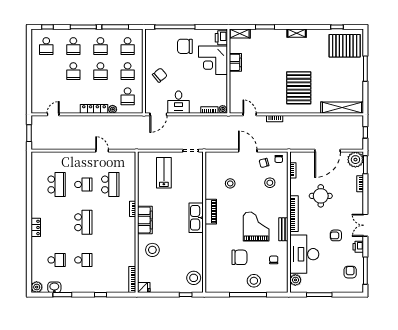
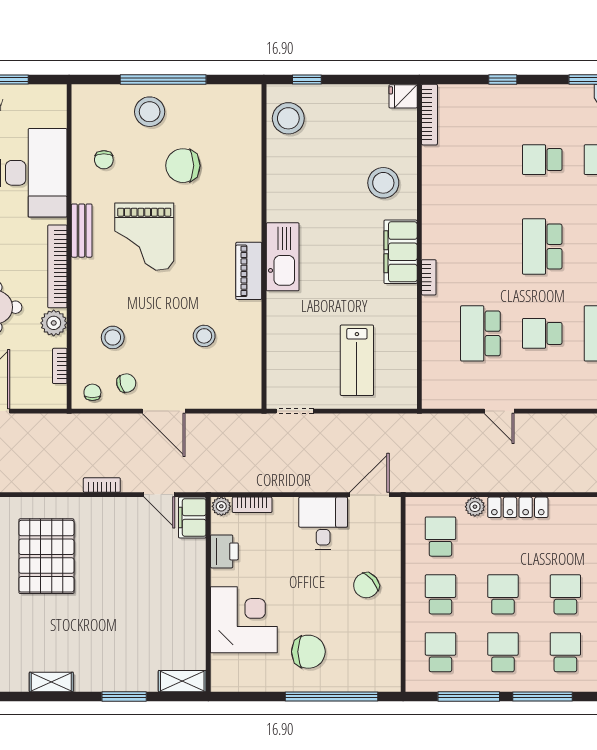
printer: (221, 38) -> (224, 551), moved
filing cabinet: (235, 62) -> (192, 518), moved
plant: (295, 280) -> (54, 323), moved

